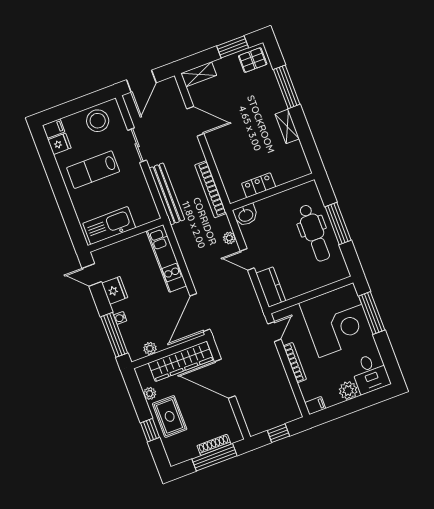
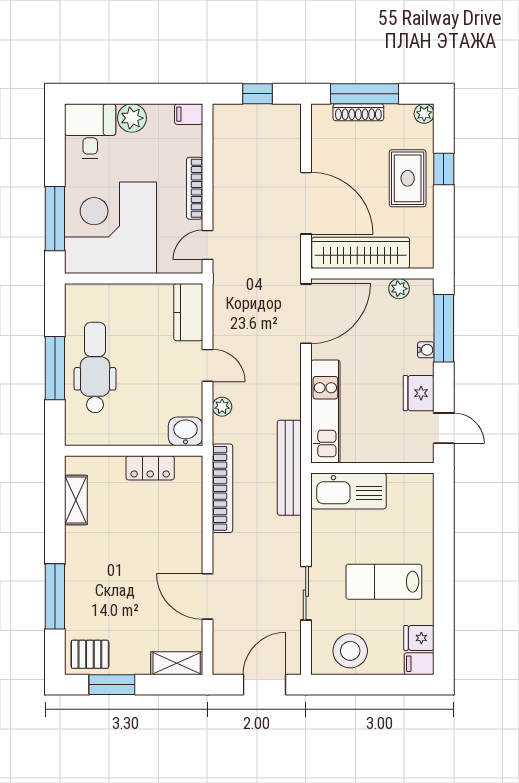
shelving: (287, 126) -> (76, 500), moved
lab bench: (93, 170) -> (384, 582), turned 180
bench: (167, 194) -> (289, 468), moved
kitchen sink: (109, 226) -> (348, 491), moved
plant: (150, 393) -> (424, 114), moved

